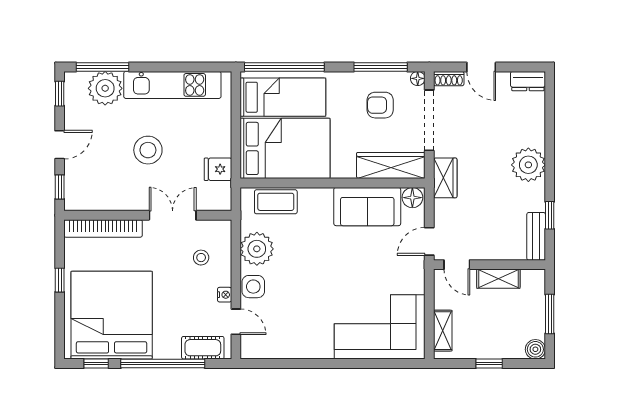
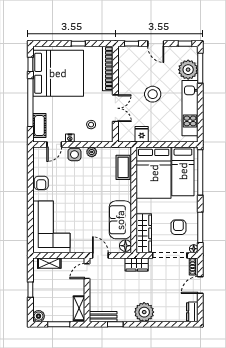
plant: (257, 249) -> (92, 152), width x0.53, depth x0.53
shelving: (498, 279) -> (79, 308), moved
armchair: (303, 345) -> (41, 183), added

